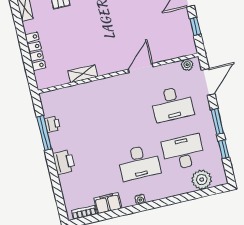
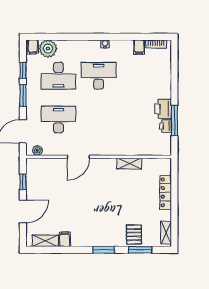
printer: (64, 162) -> (163, 109), moved
filing cabinet: (219, 178) -> (33, 47), added
filing cabinet: (108, 203) -> (139, 47), width x0.50

